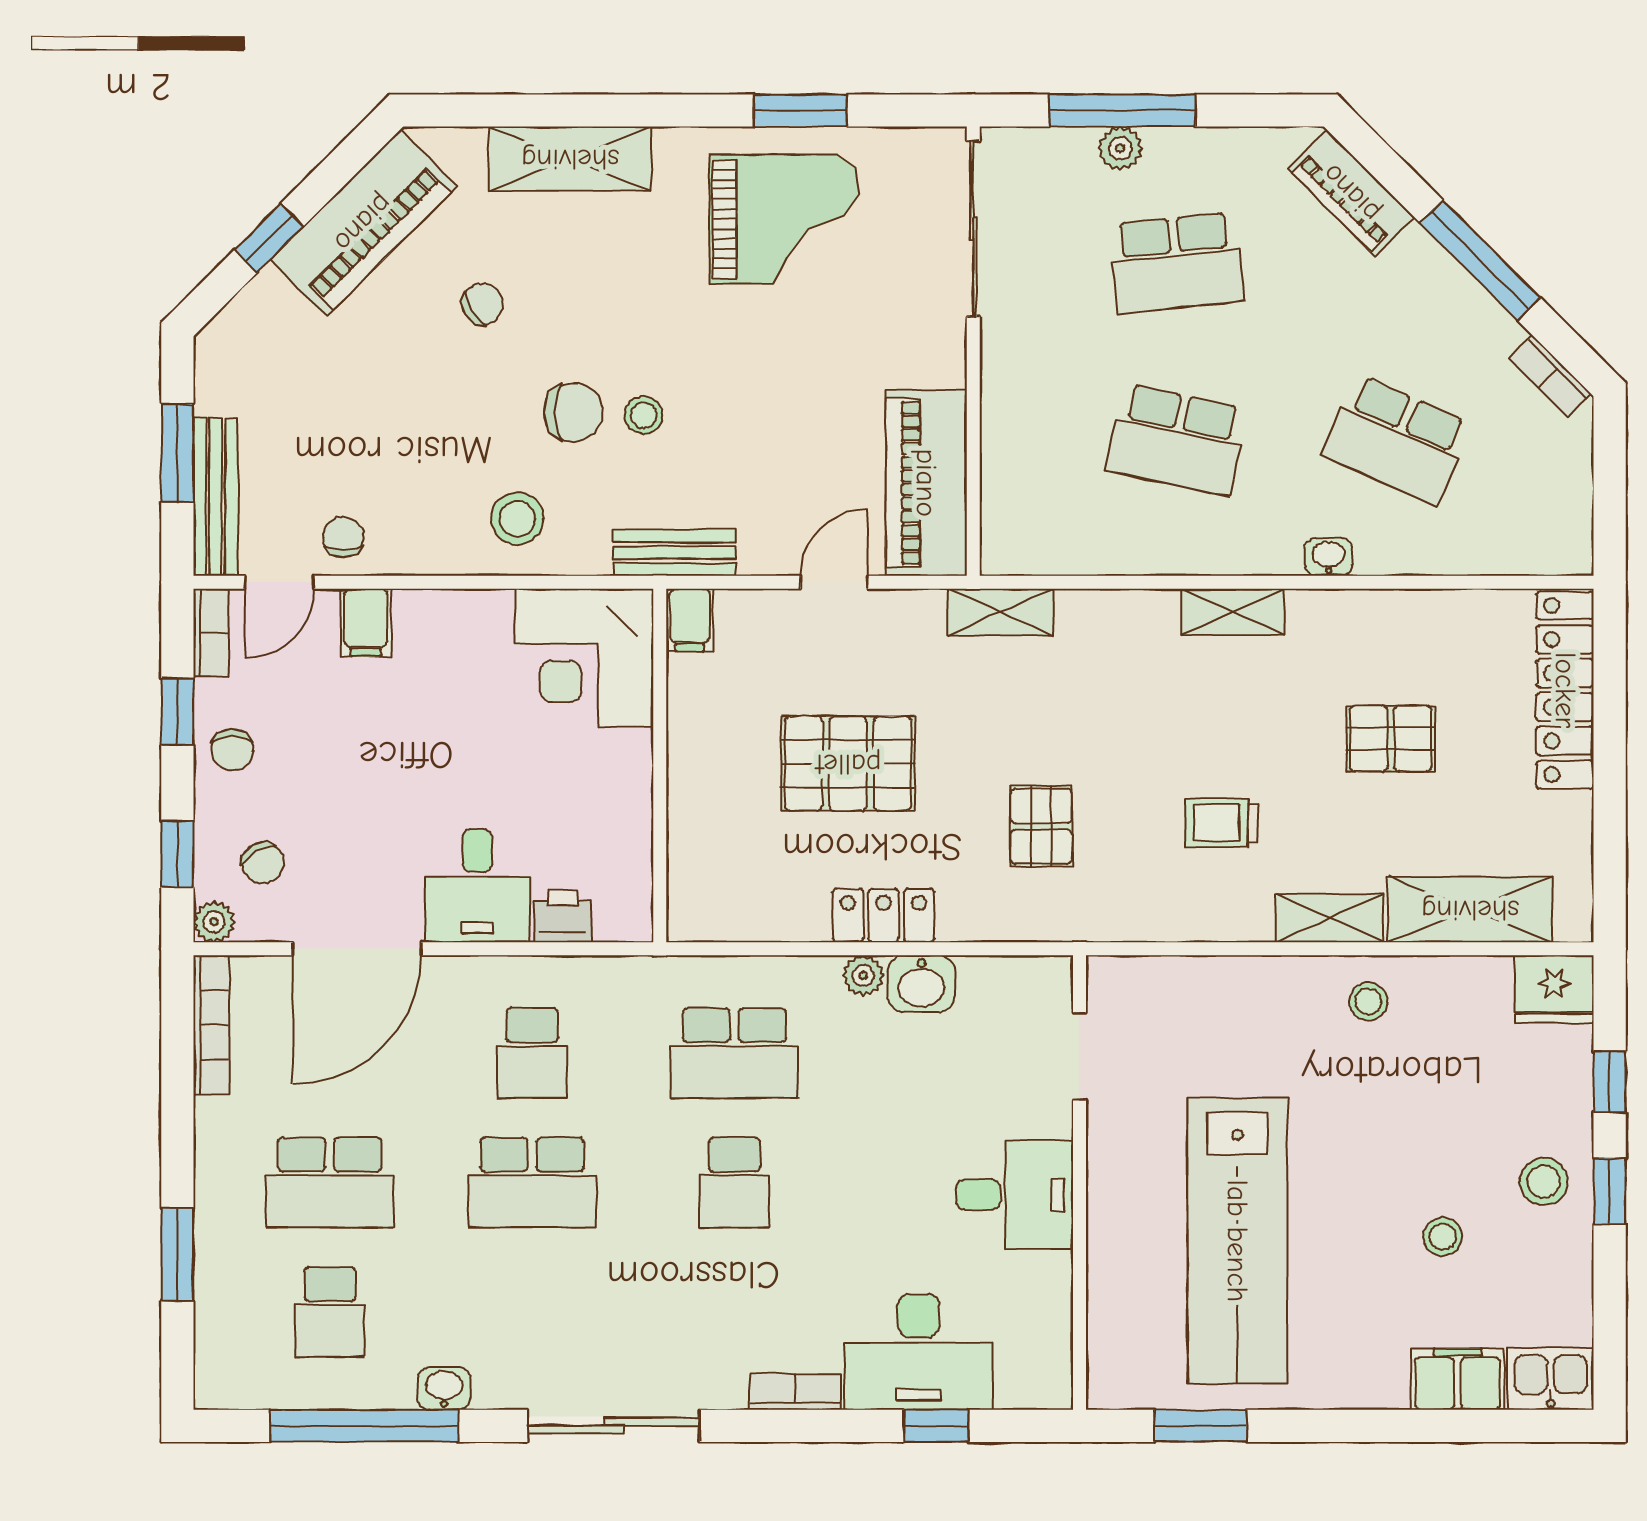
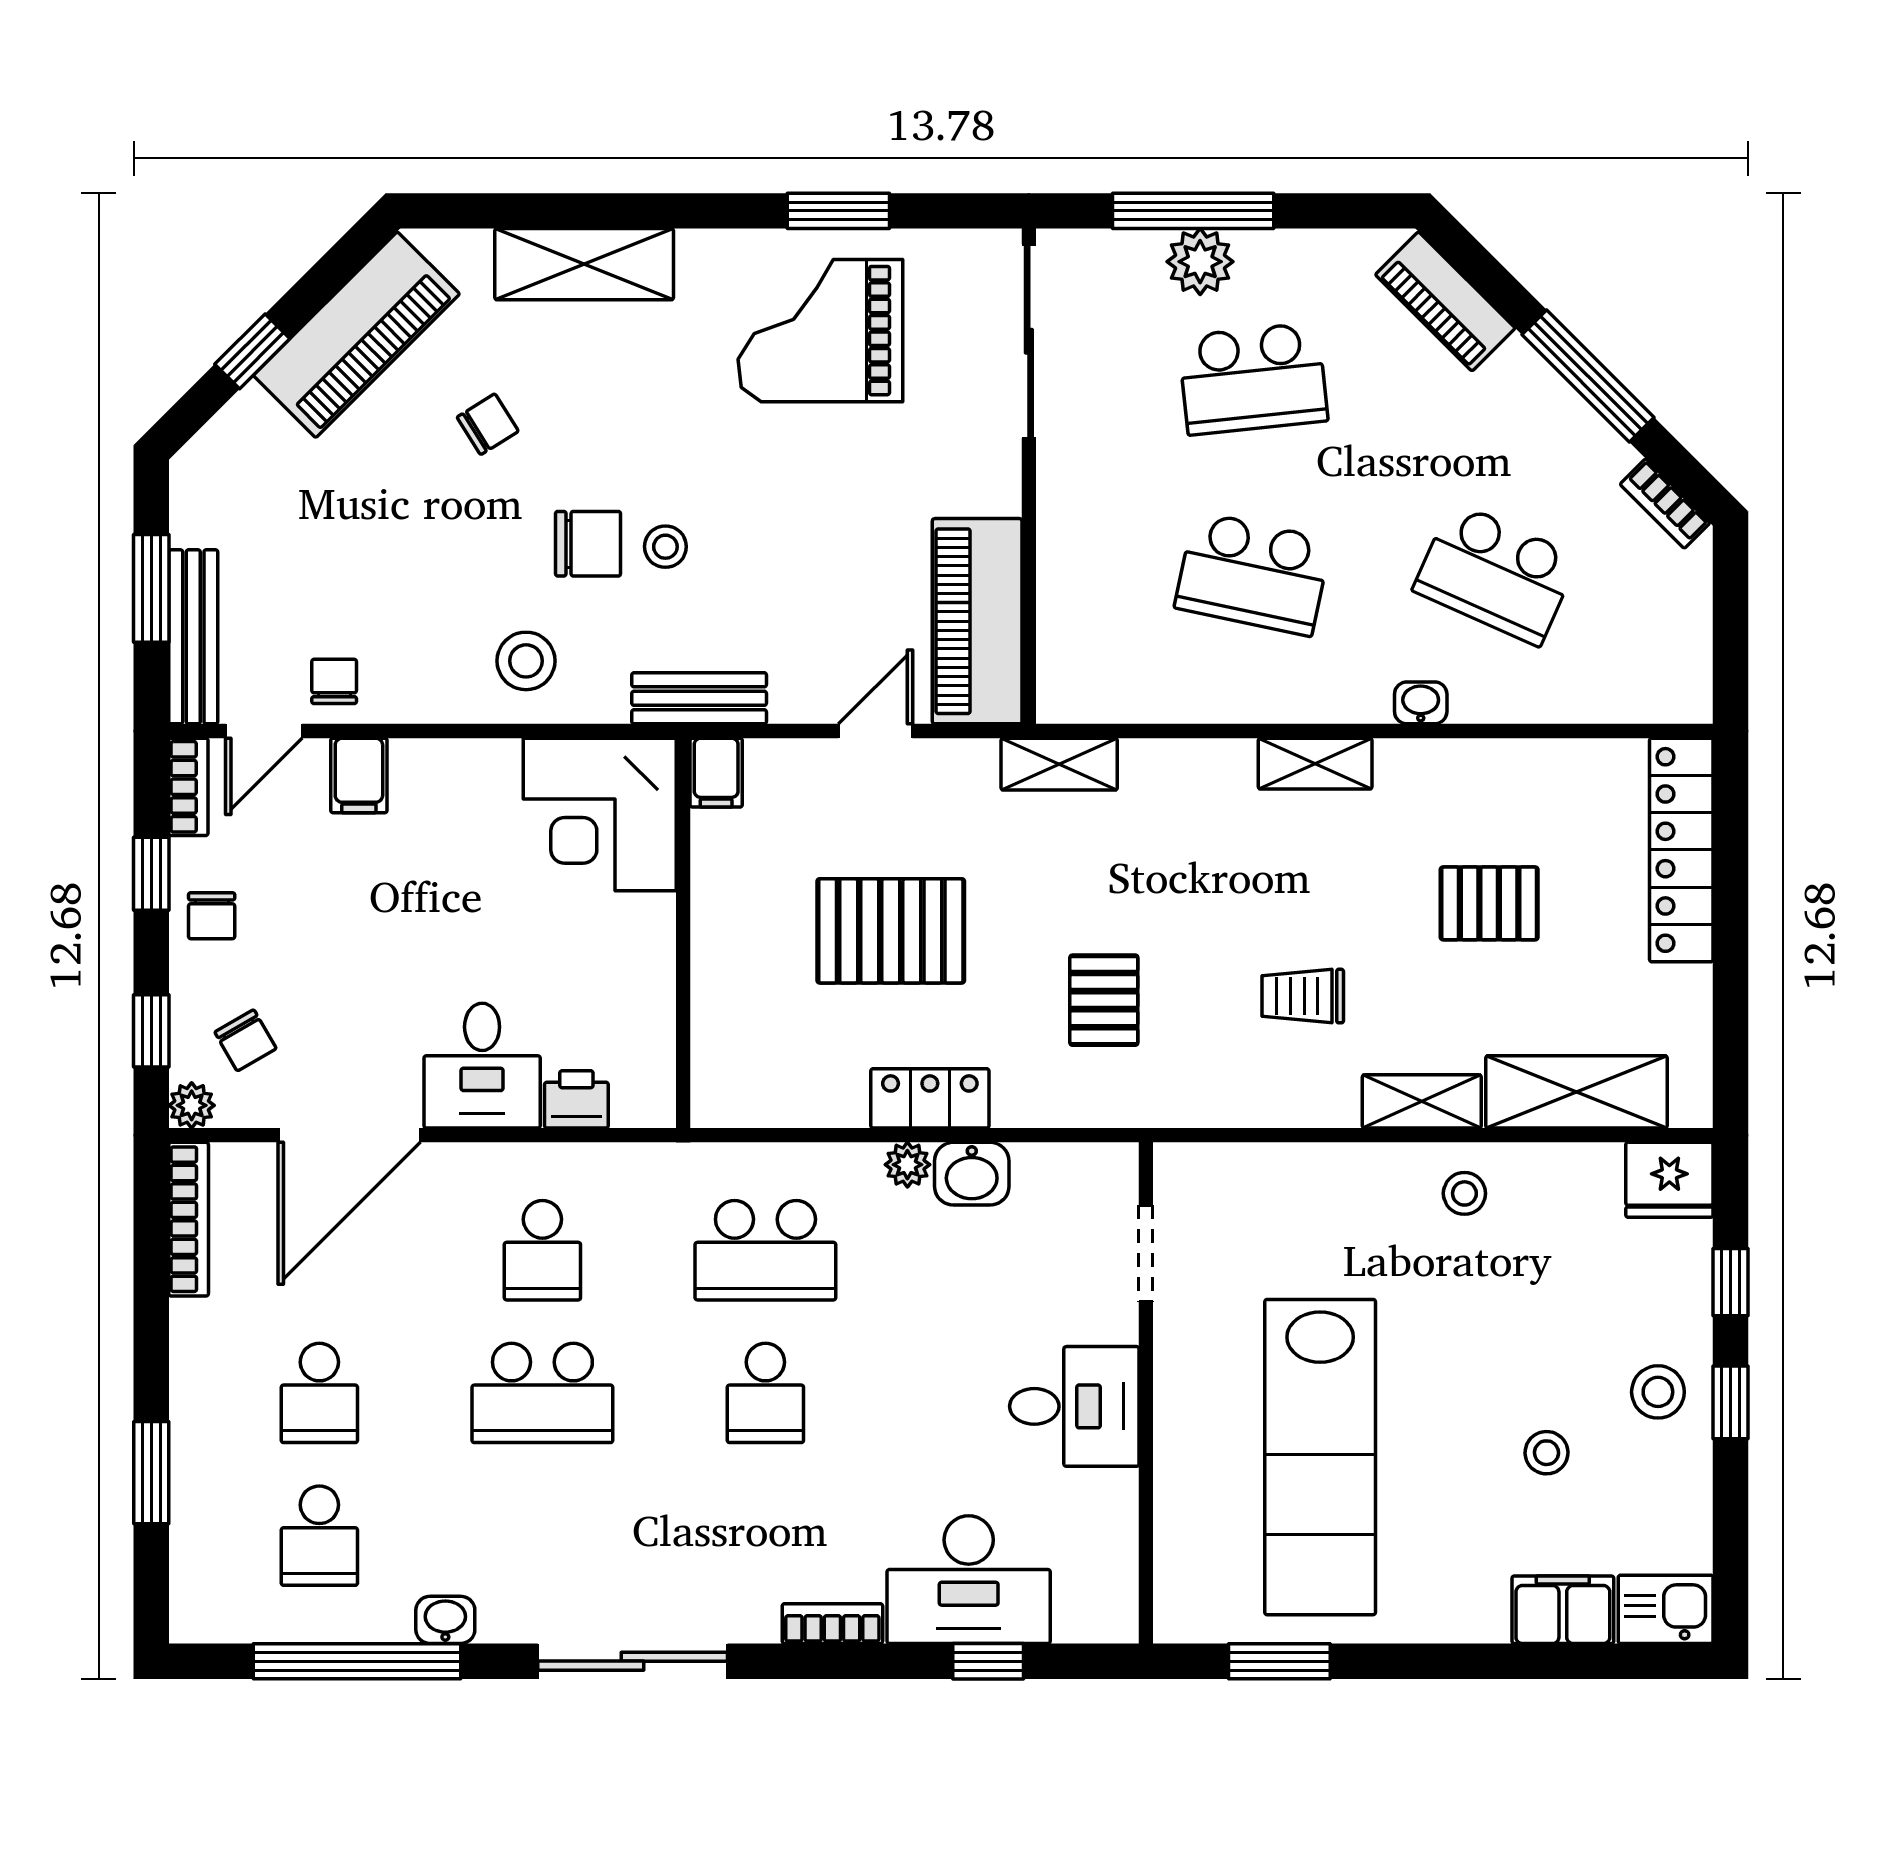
plant: (1120, 148) -> (1200, 262), width x1.38, depth x1.38
grand piano: (784, 219) -> (820, 331), turned 180
school desk: (330, 1183) -> (319, 1393), width x0.54

